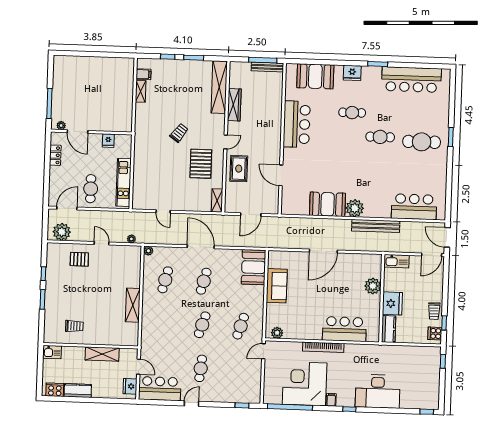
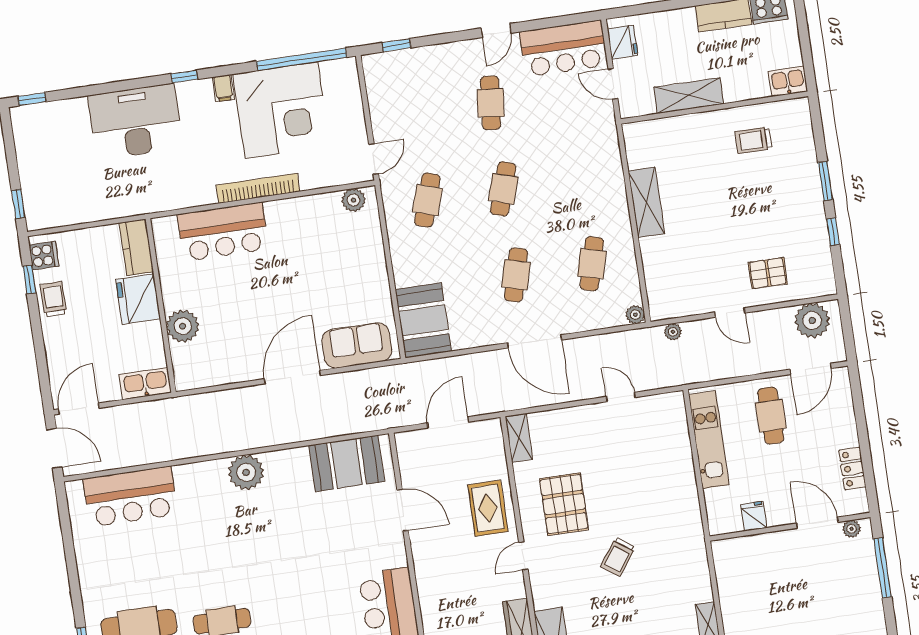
booth: (327, 204) -> (347, 463), moved
bench: (376, 226) -> (199, 445), removed
sofa: (277, 286) -> (357, 345), moved, turned 90

